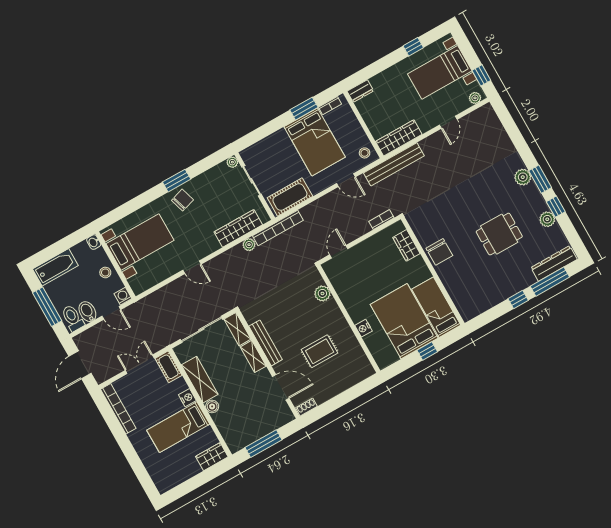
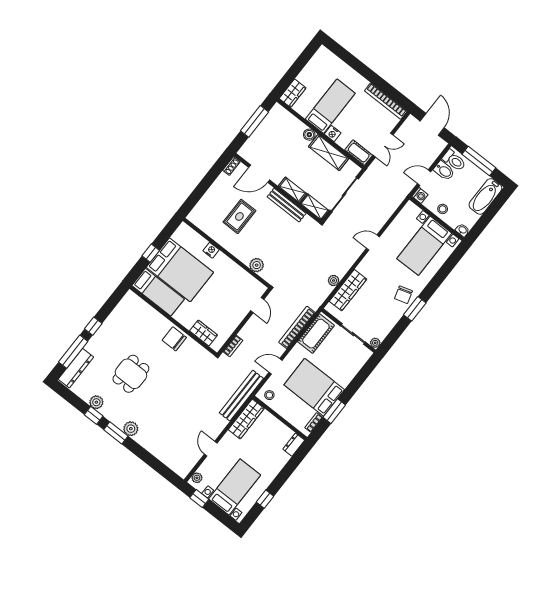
bookcase: (278, 228) -> (297, 327), moved

